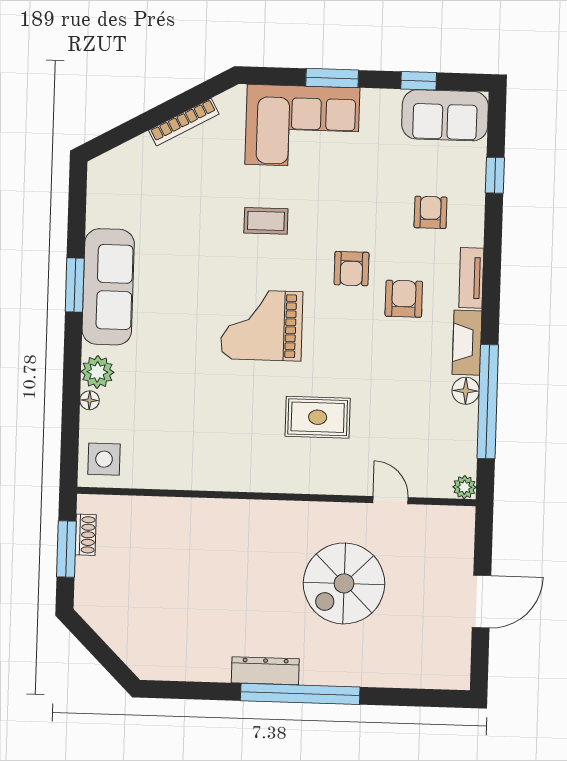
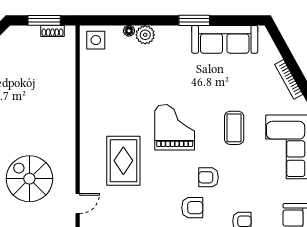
coffee table: (266, 221) -> (234, 128), width x1.36, depth x1.30
sofa: (108, 287) -> (225, 39), moved
rug: (318, 417) -> (123, 161), width x1.36, depth x1.43

